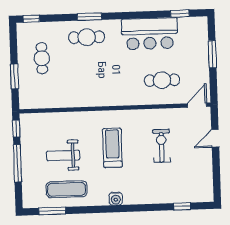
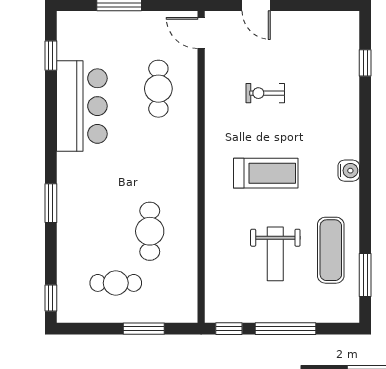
cafe table: (87, 37) -> (150, 231), moved
exercise bike: (161, 146) -> (265, 93), width x0.73, depth x0.72
treadmill: (112, 148) -> (266, 173), turned 180

